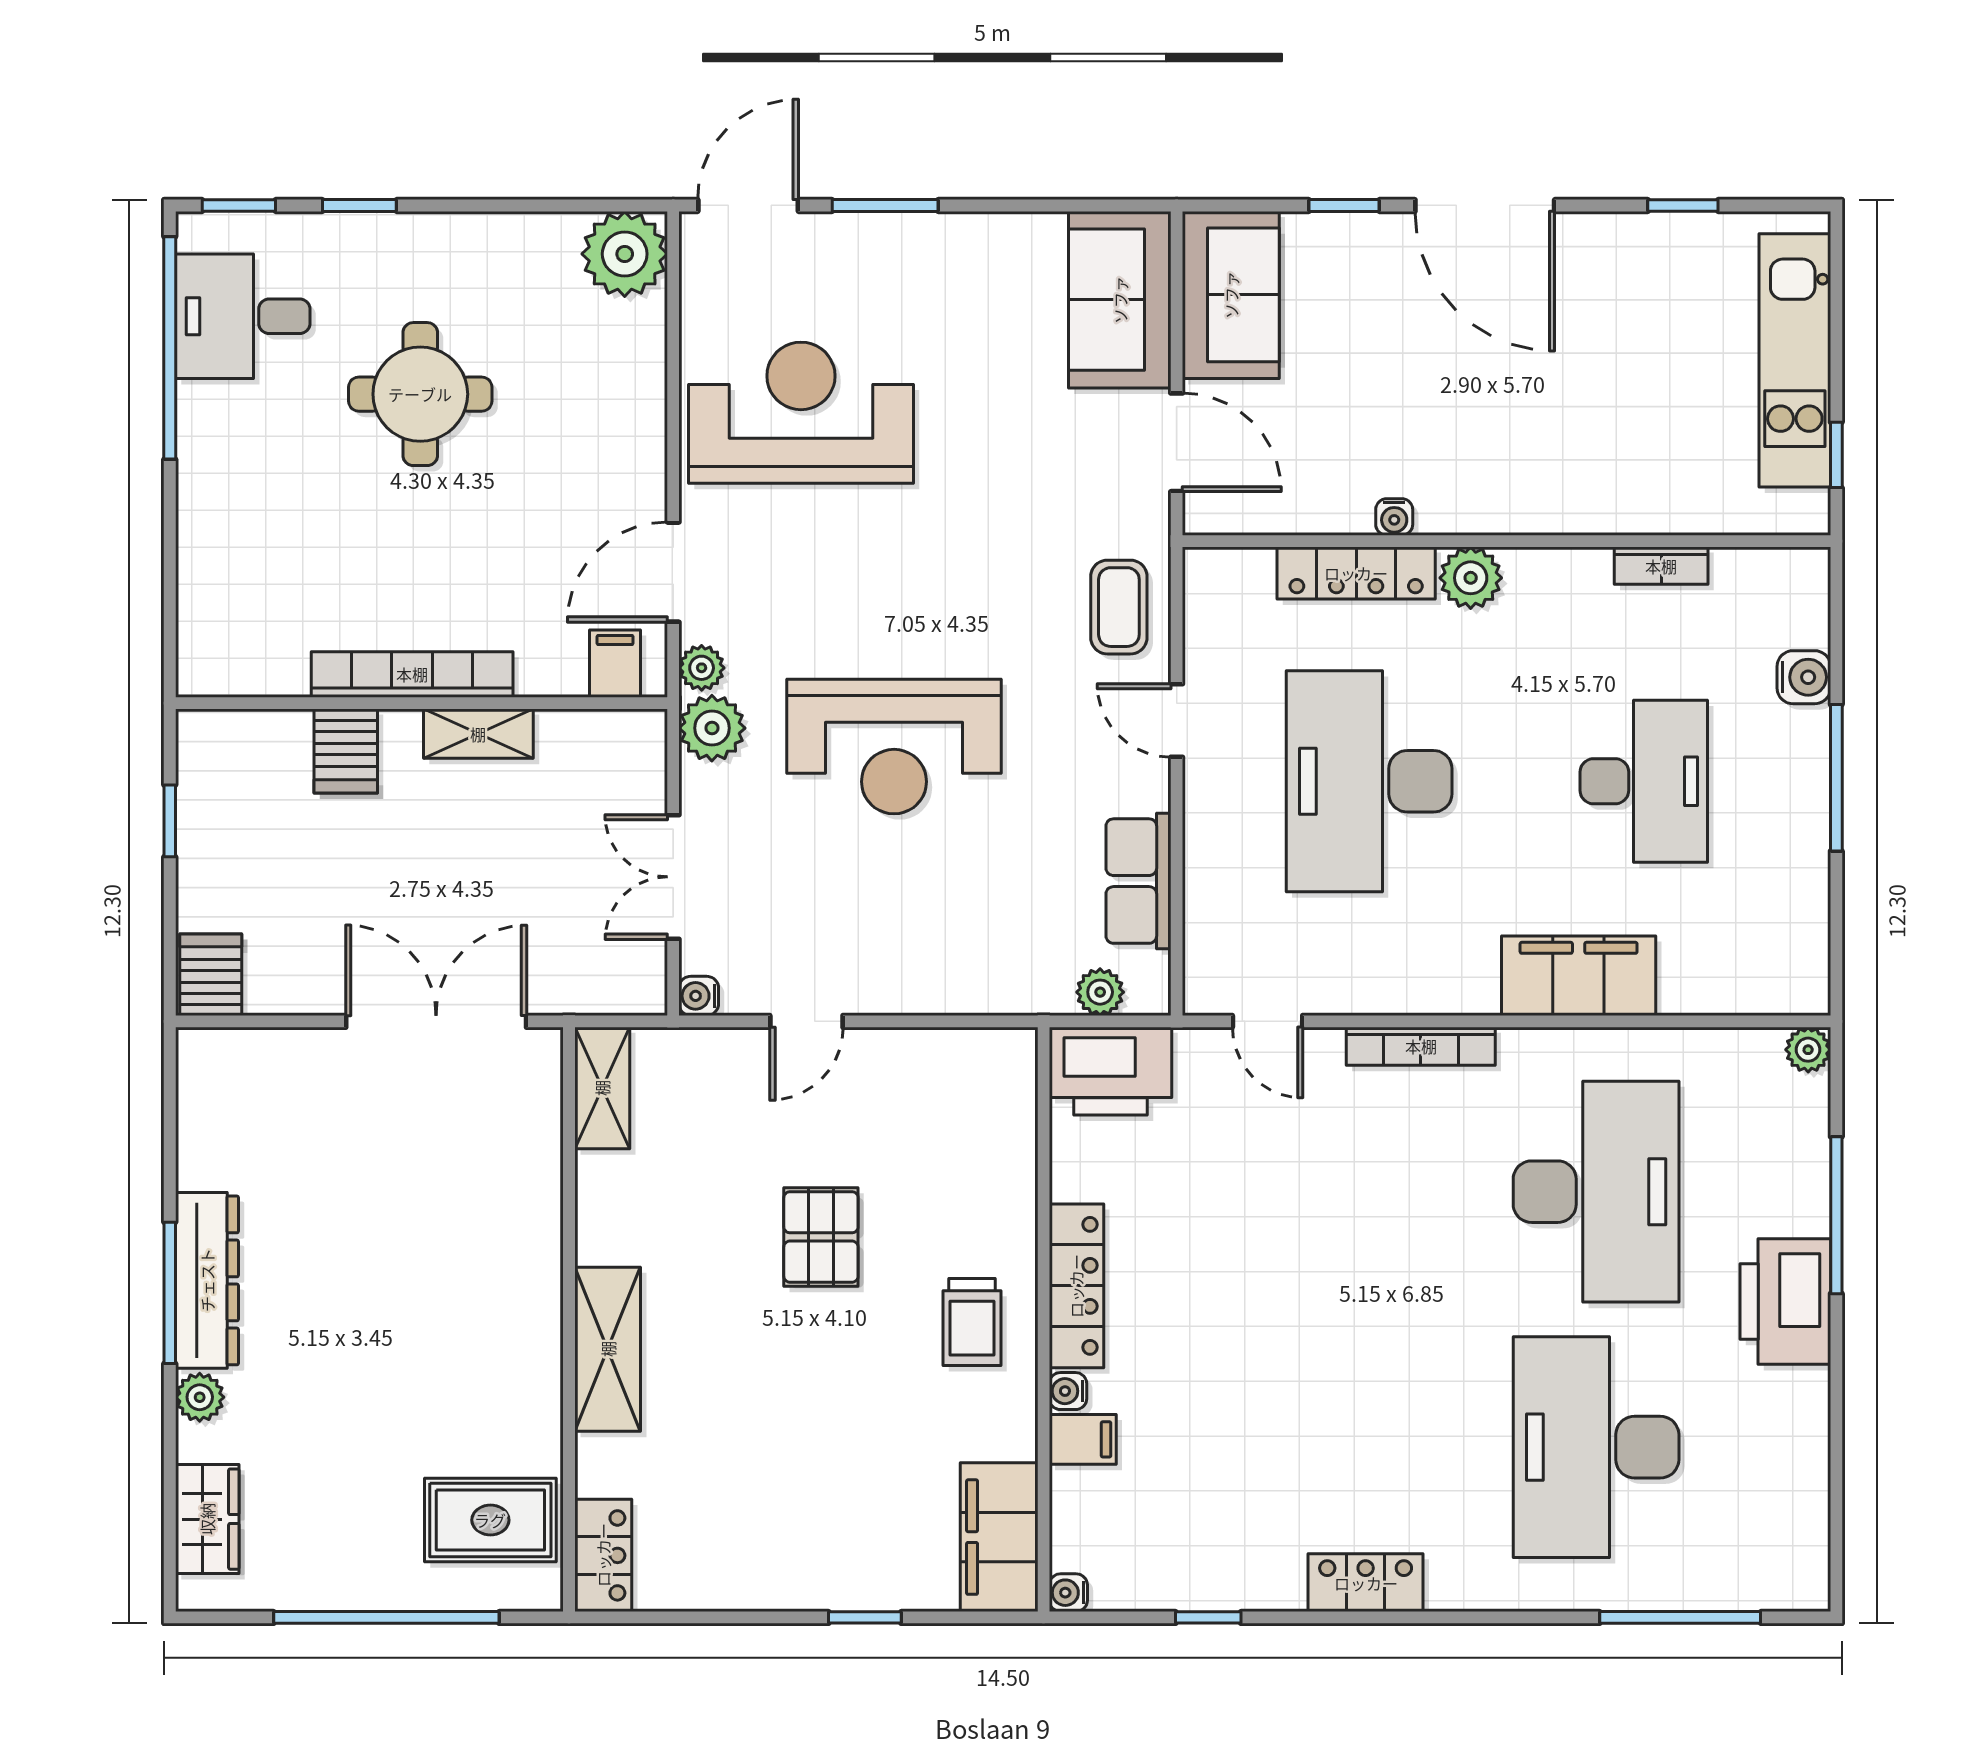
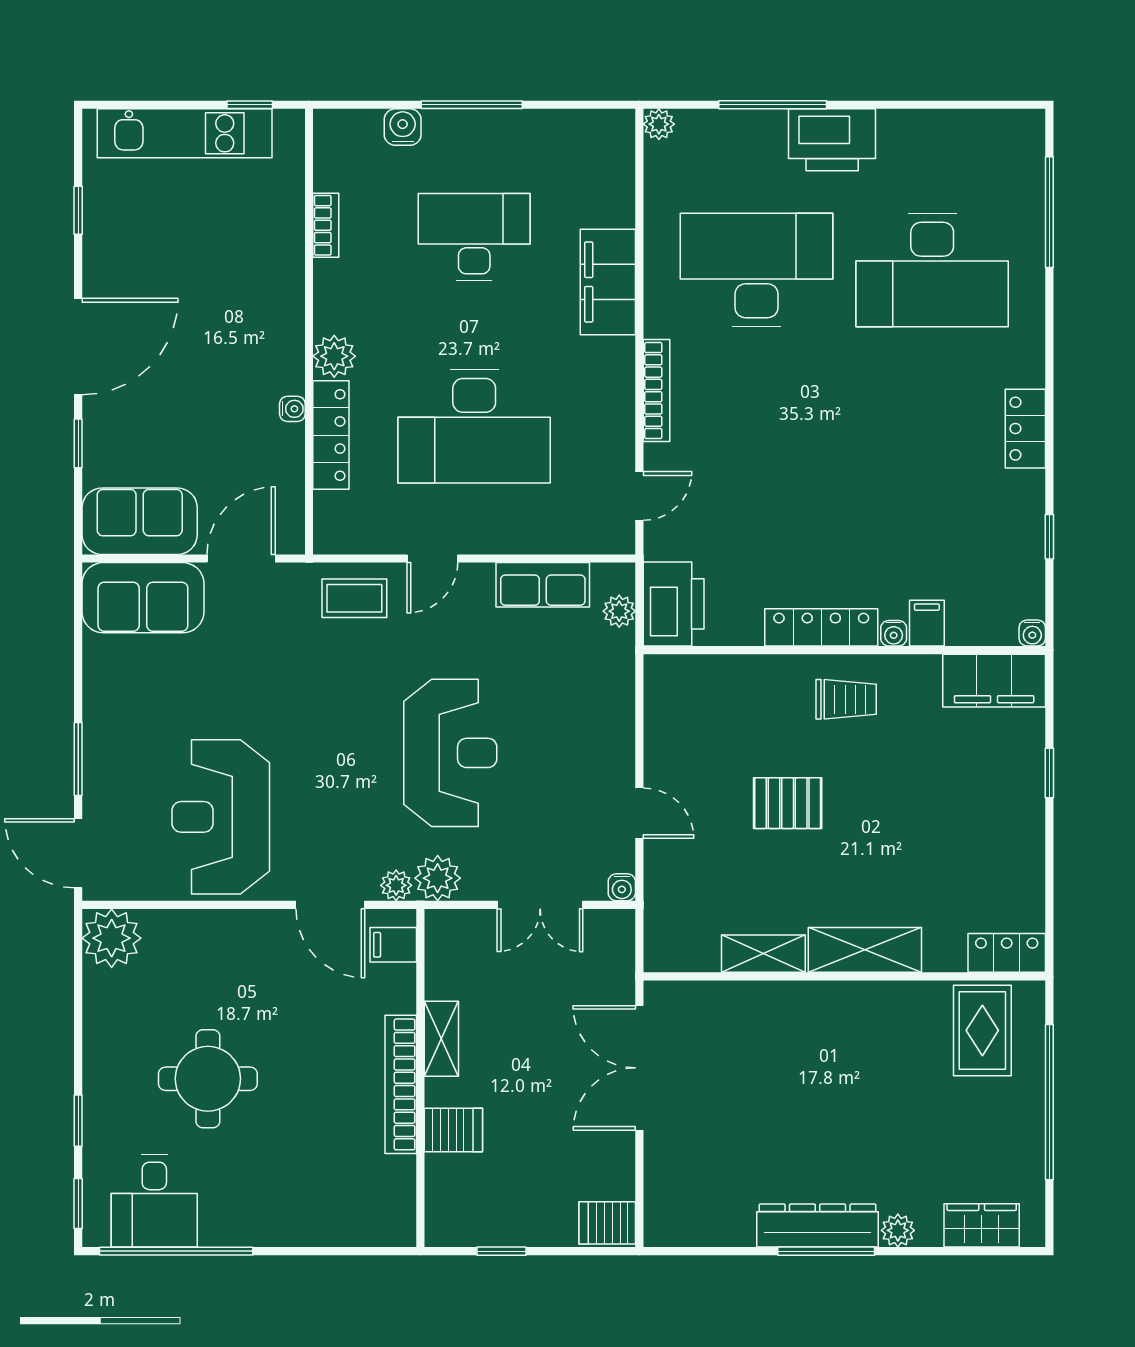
shelving: (602, 1088) -> (763, 954), moved

